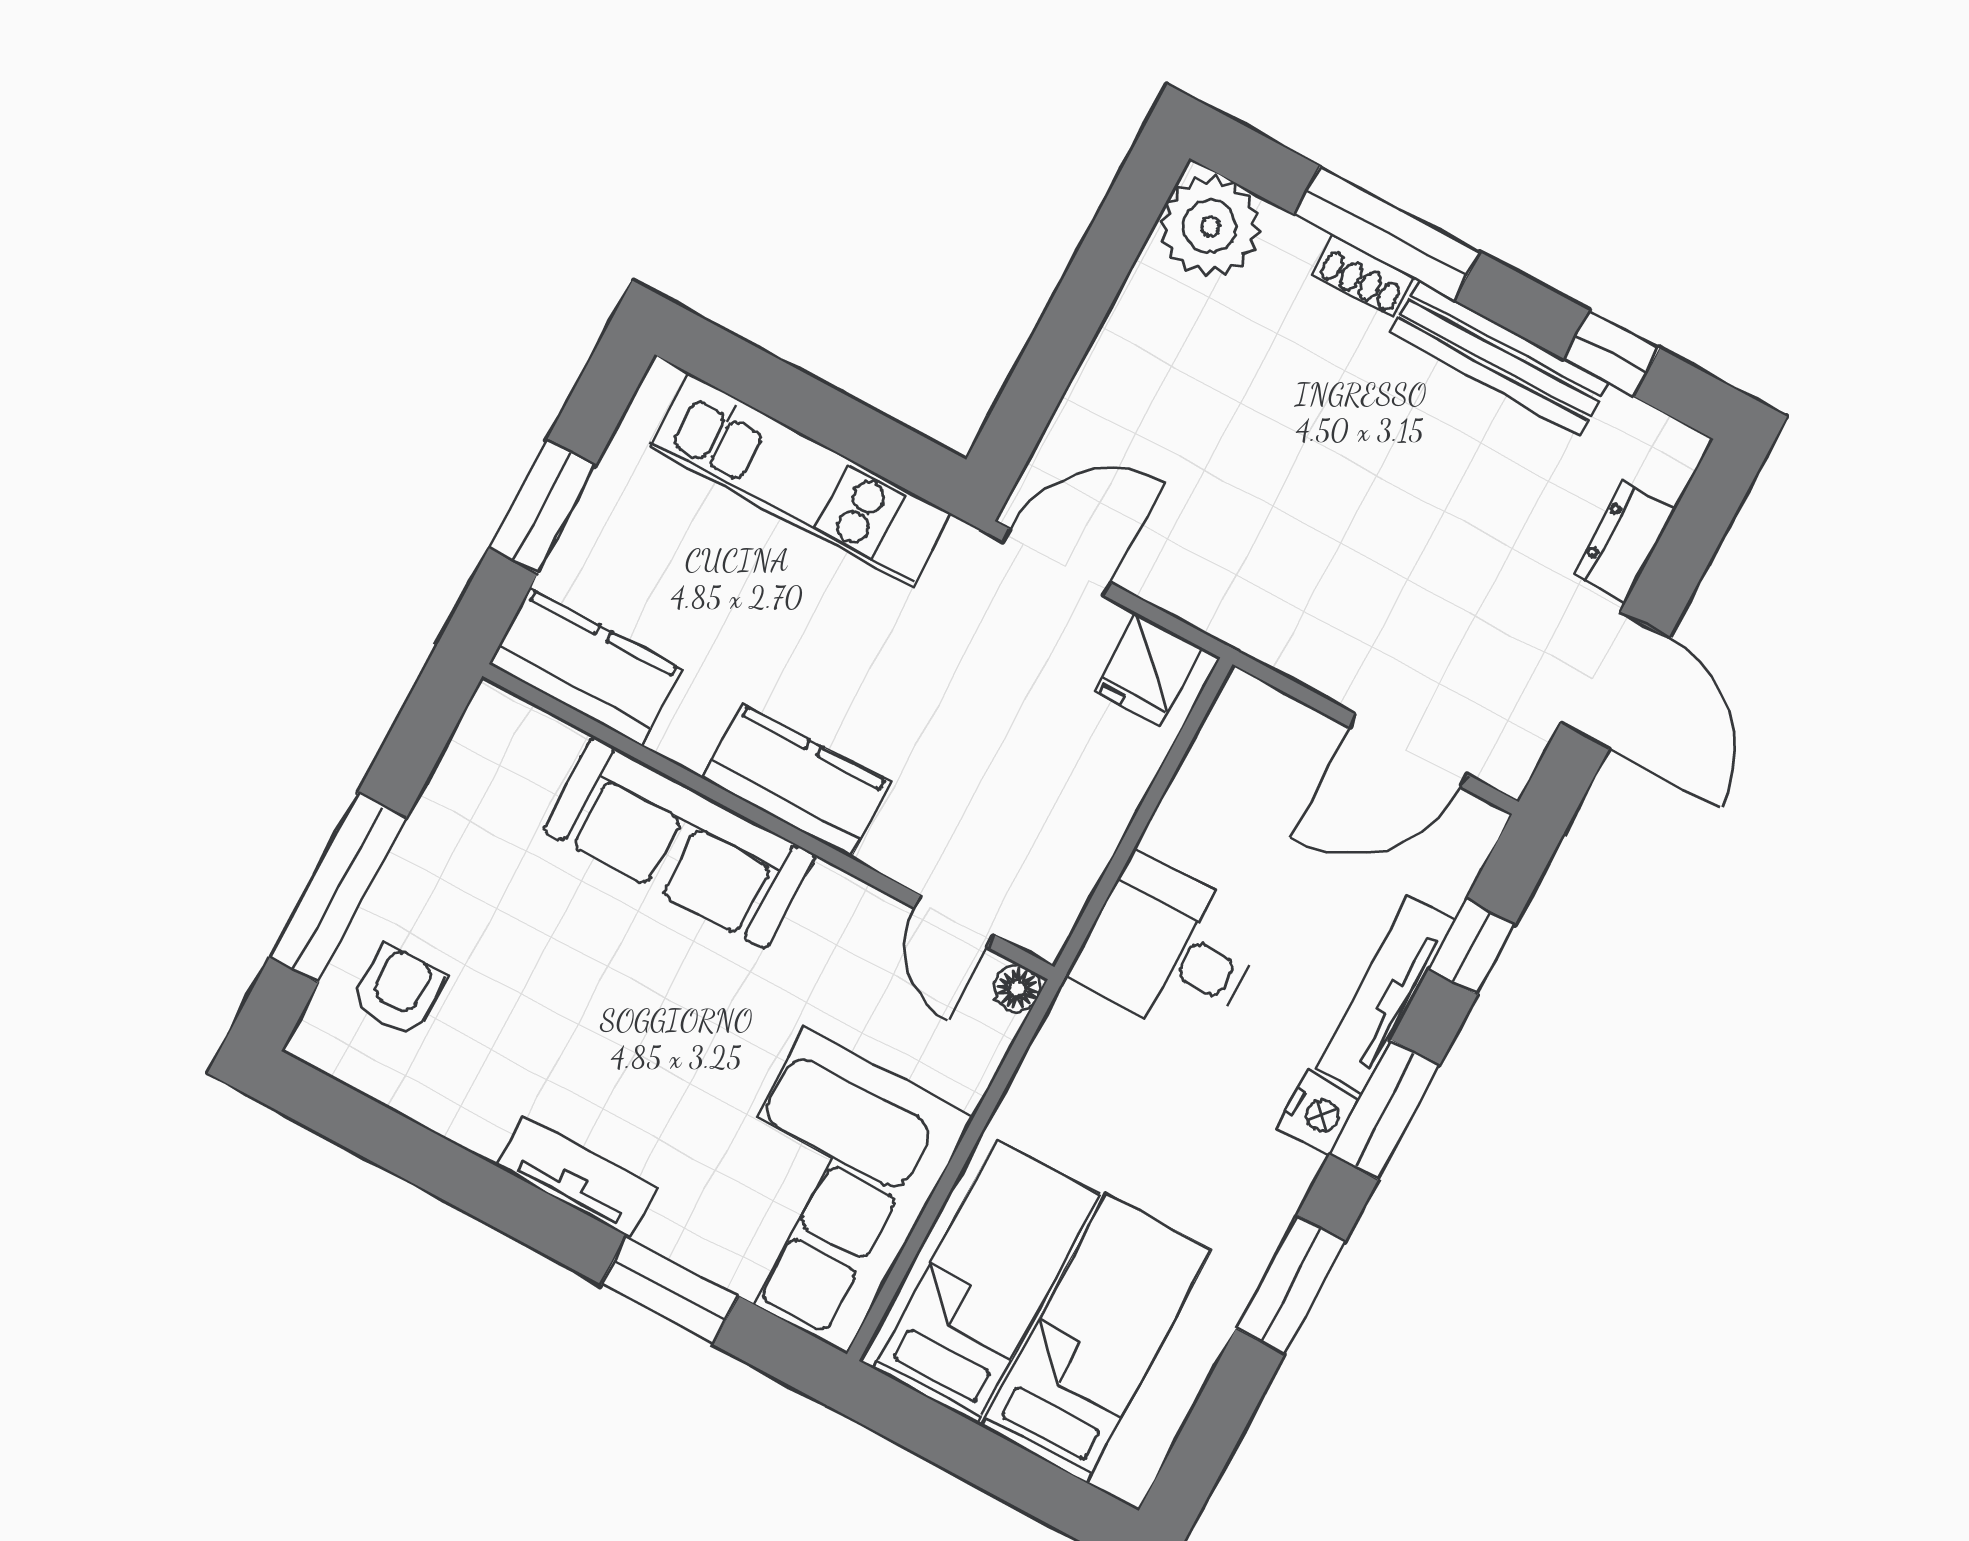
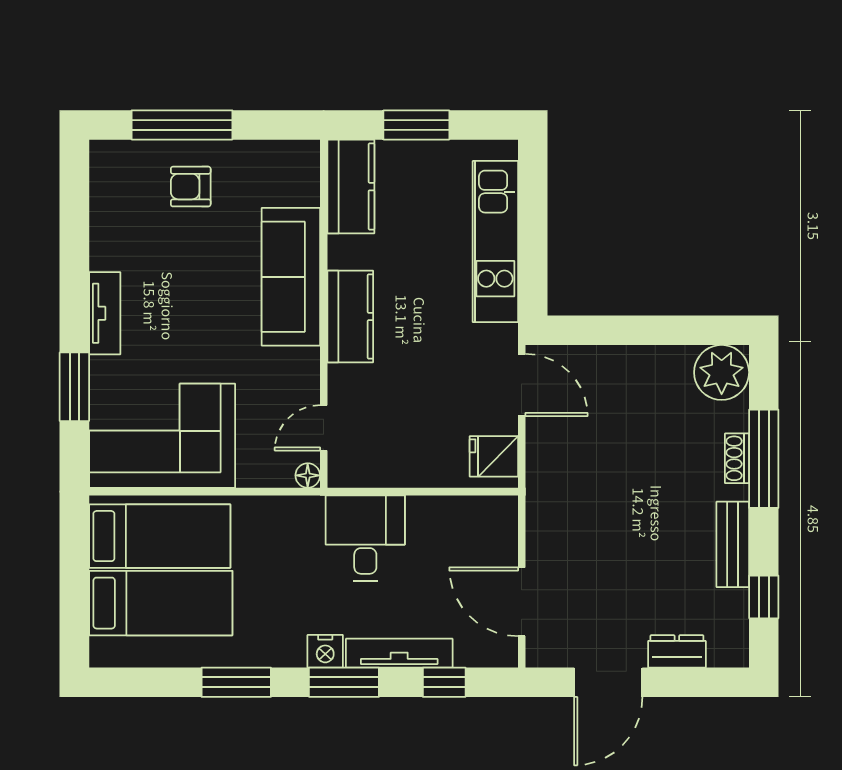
bench: (1499, 358) -> (733, 544), width x0.73
armchair: (398, 991) -> (191, 187), moved, turned 180

